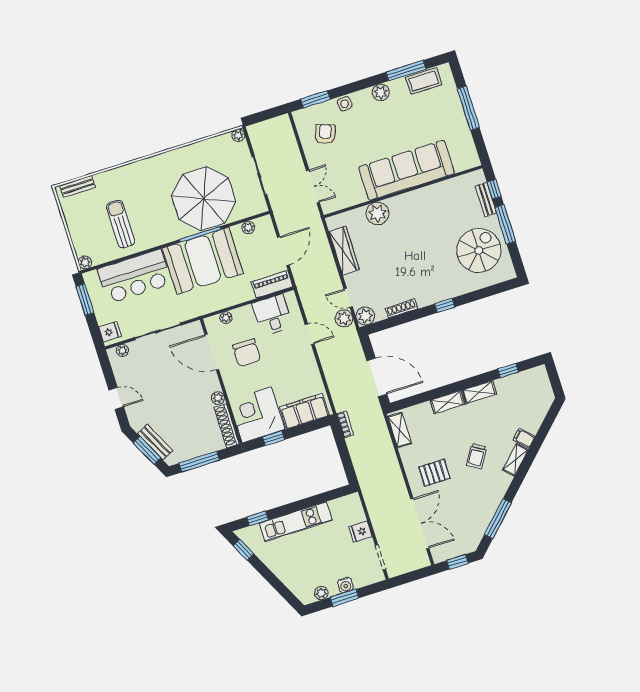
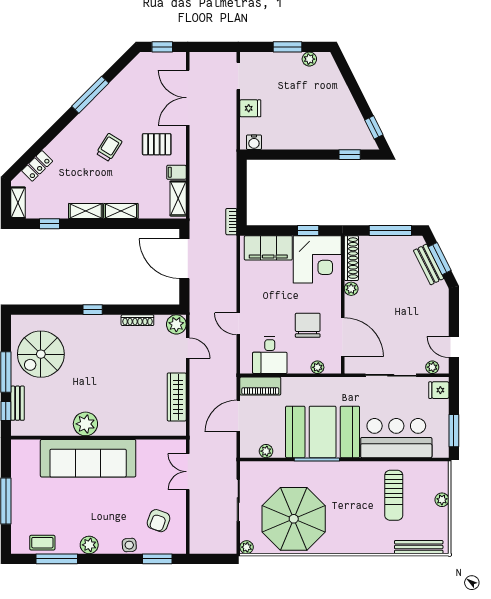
coffee table: (424, 81) -> (42, 543), width x0.73, depth x0.77
bench: (77, 186) -> (419, 547), width x1.36
parasol: (204, 199) -> (294, 519), moved
plant: (377, 213) -> (85, 424), moved
plant: (85, 262) -> (442, 500), moved
plant: (344, 318) -> (199, 329), removed
door: (116, 398) -> (454, 347), moved
locker: (536, 419) -> (37, 166), added
filing cabinet: (524, 438) -> (176, 172), moved, turned 135
shelving: (515, 460) -> (18, 203), moved, turned -45
window: (498, 519) -> (90, 95), moved
kitchen unit: (296, 522) -> (312, 139), removed
water cooler: (345, 585) -> (254, 142), moved, turned 180

